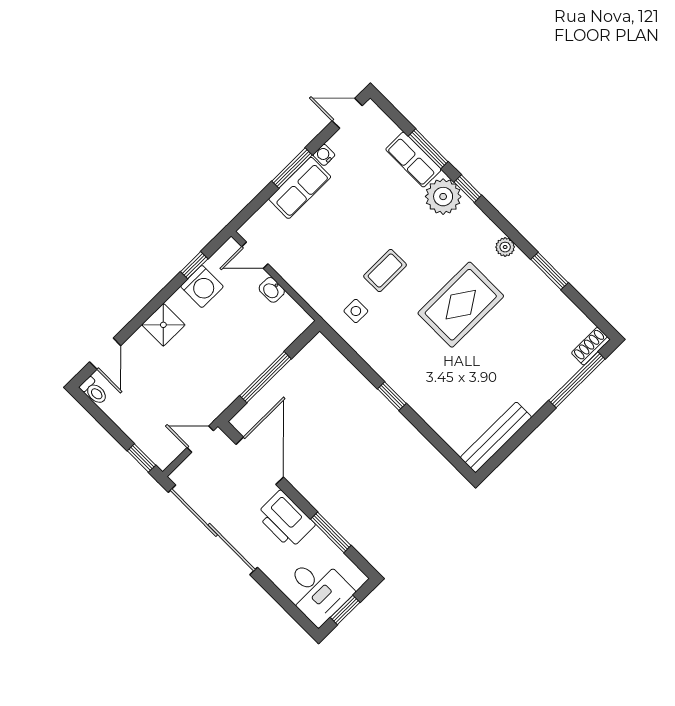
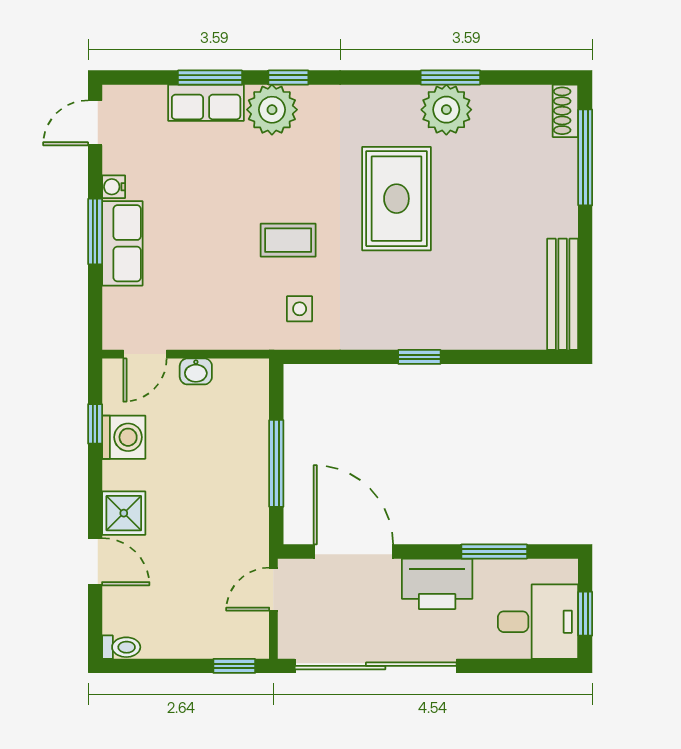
plant: (505, 247) -> (446, 110), moved, width x1.88, depth x1.88
coffee table: (385, 271) -> (288, 240), turned 90
door: (105, 354) -> (95, 562), moved

